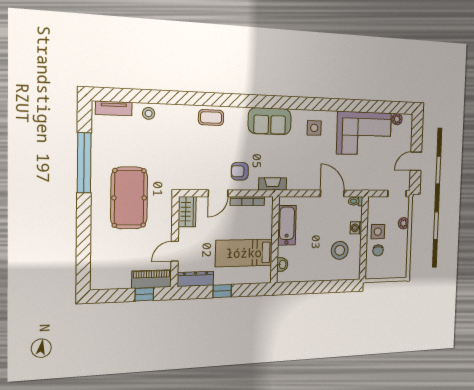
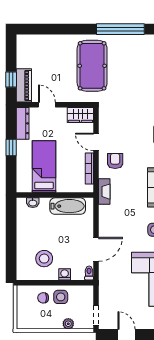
pool table: (129, 198) -> (92, 66), turned 90

